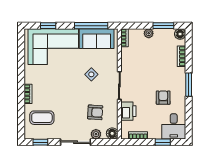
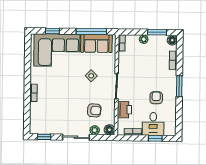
coffee table: (42, 118) -> (46, 115), removed
desk: (174, 126) -> (153, 124), moved

